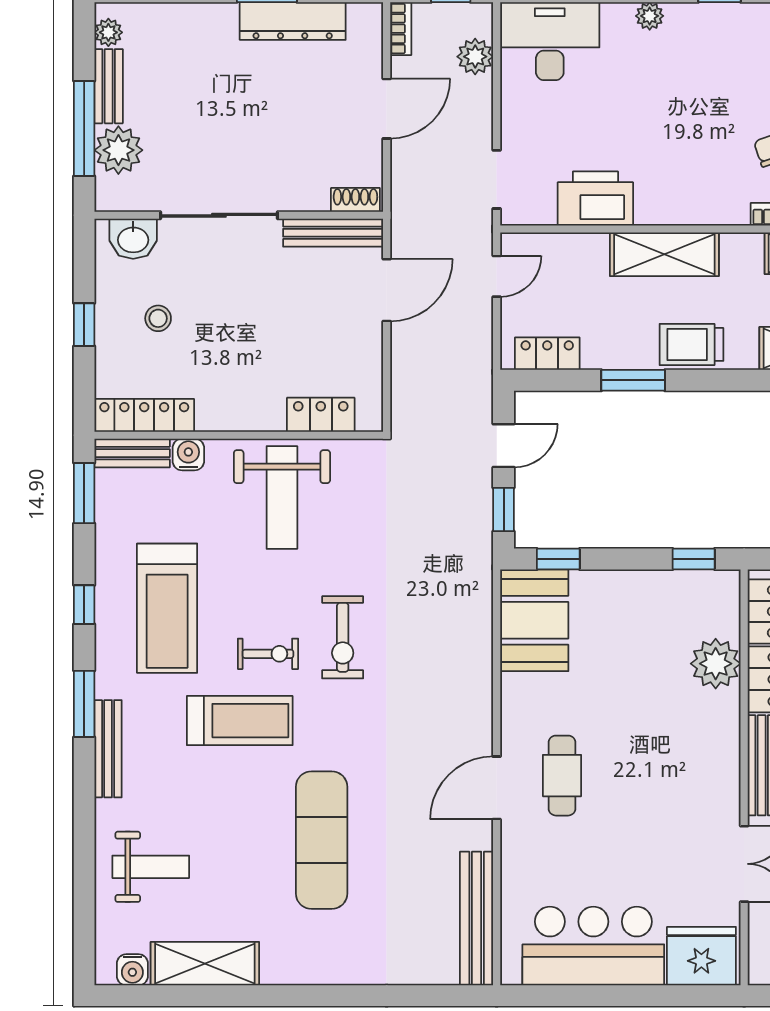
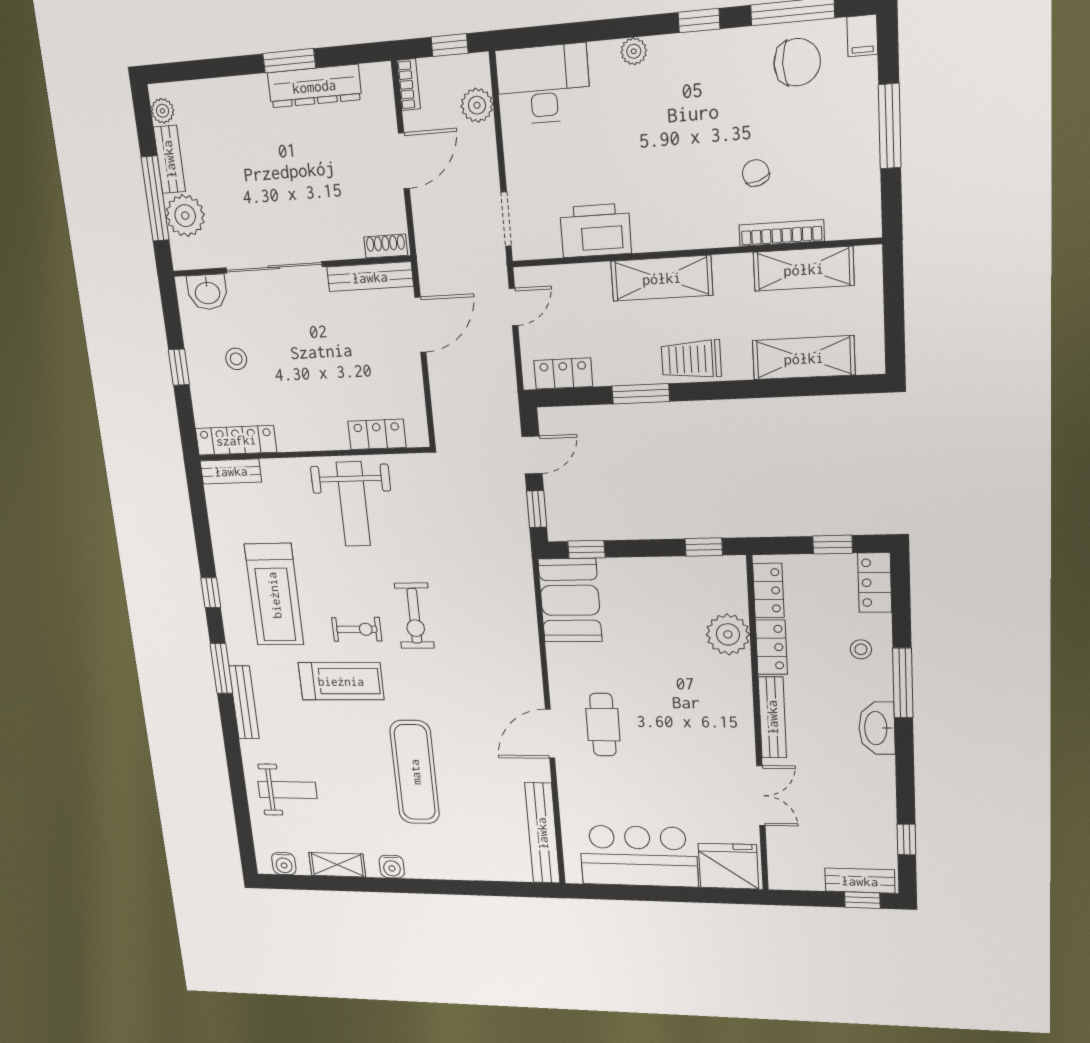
water cooler: (188, 454) -> (392, 867), moved, turned 180
window: (84, 493) -> (198, 505), removed
shelving: (205, 964) -> (337, 865), width x0.67, depth x0.75

